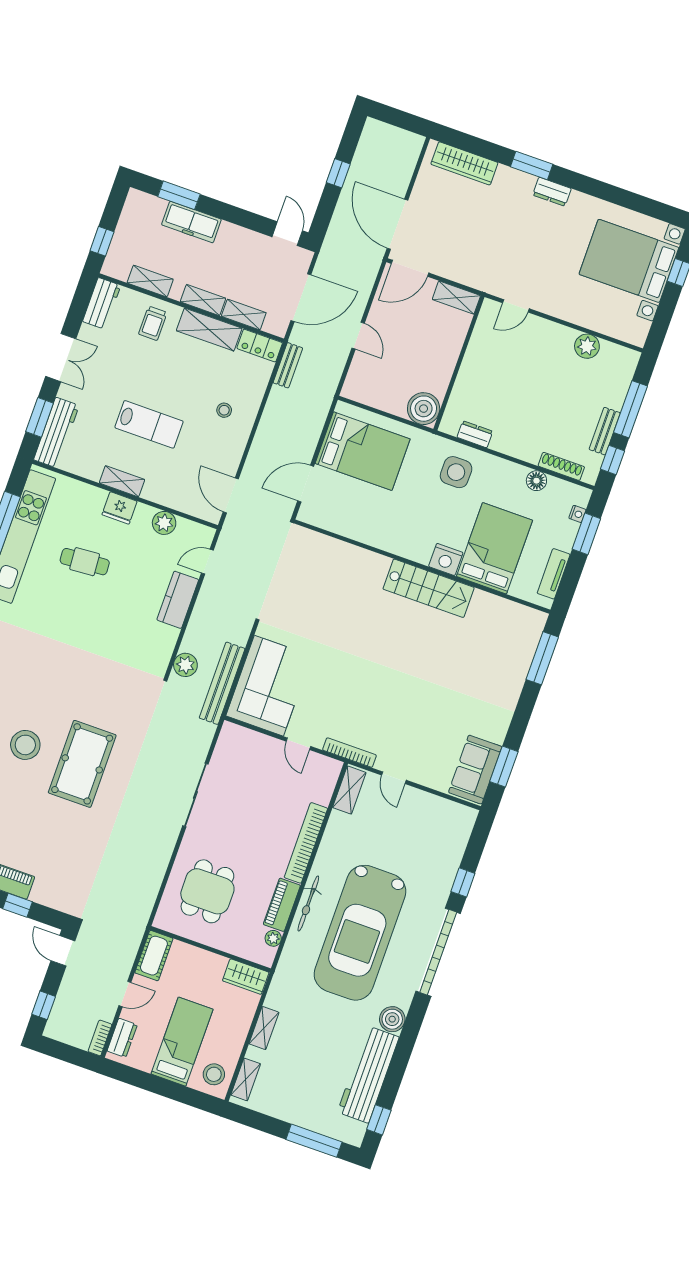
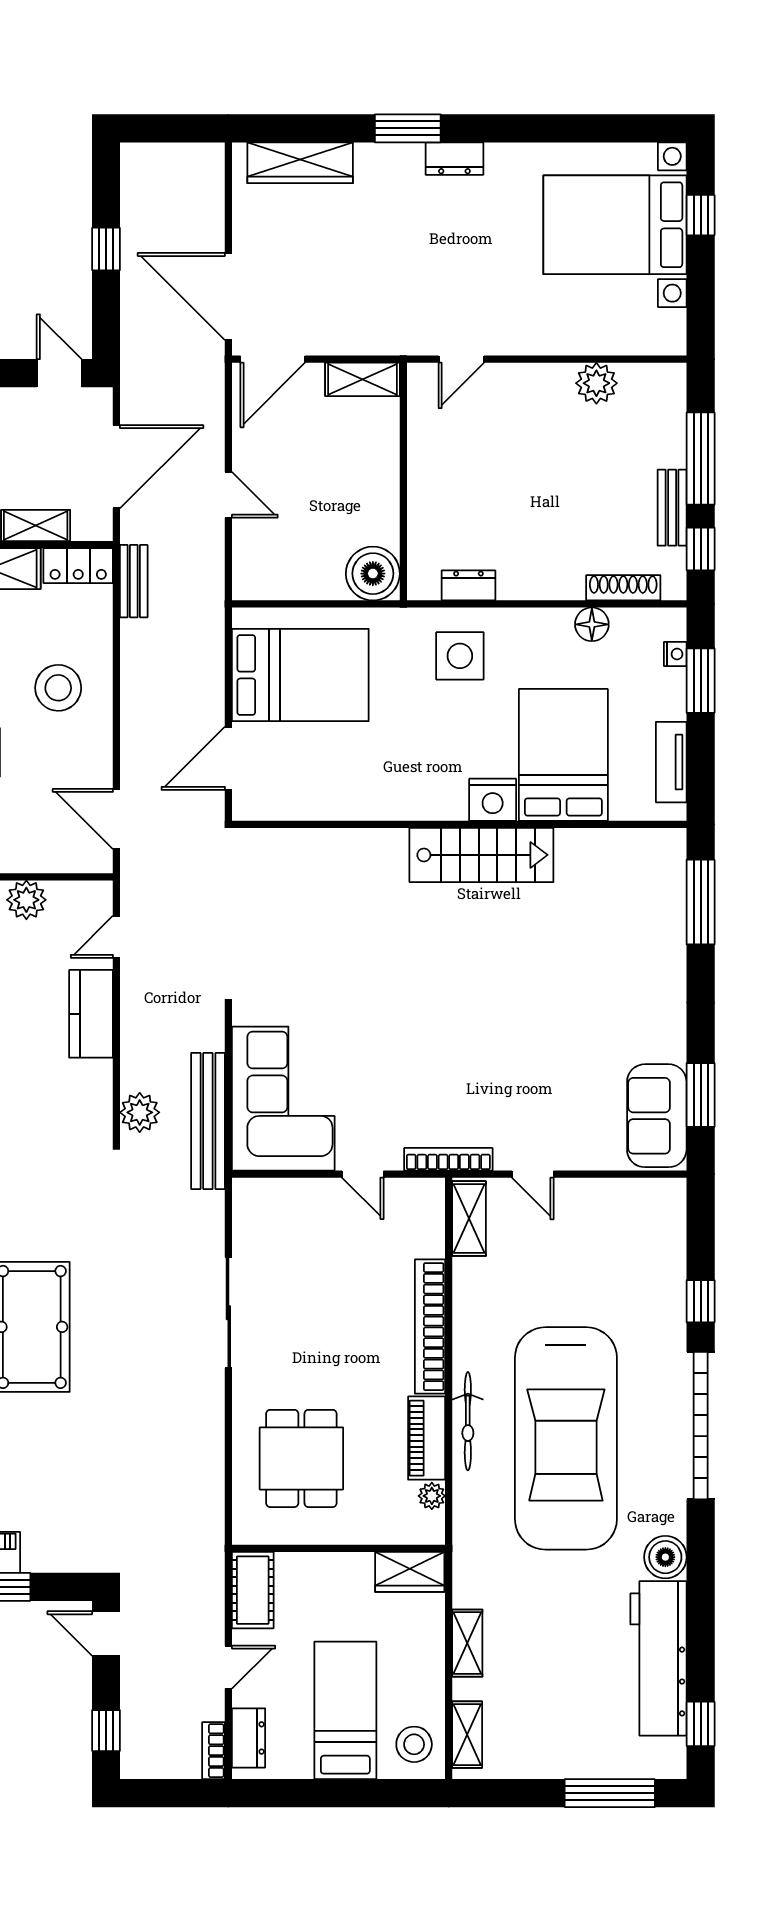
stool: (224, 410) -> (58, 688), width x1.89, depth x1.89

